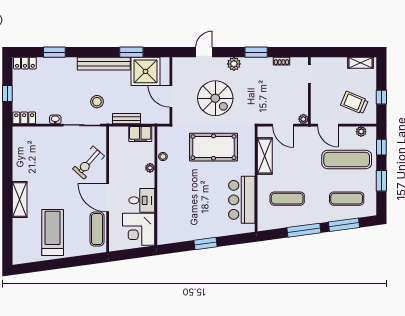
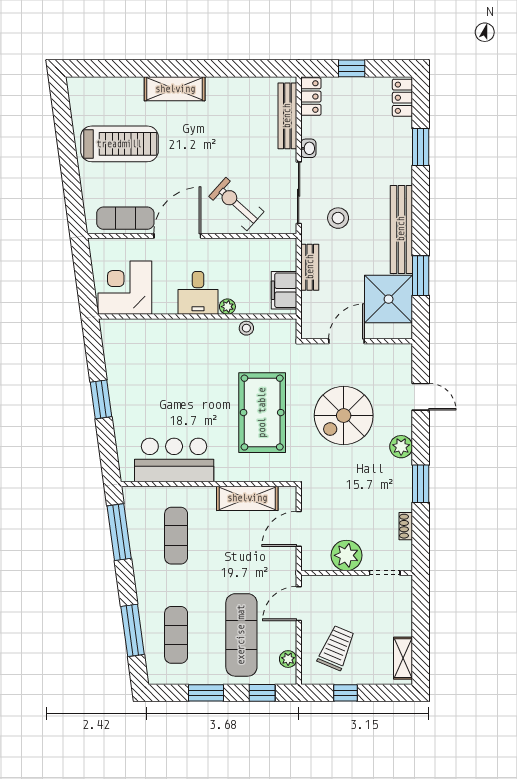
plant: (303, 119) -> (346, 555), moved, width x1.88, depth x1.88
bench: (36, 132) -> (287, 116), added
desk: (142, 200) -> (198, 293), moved
window: (304, 230) -> (119, 532), moved

